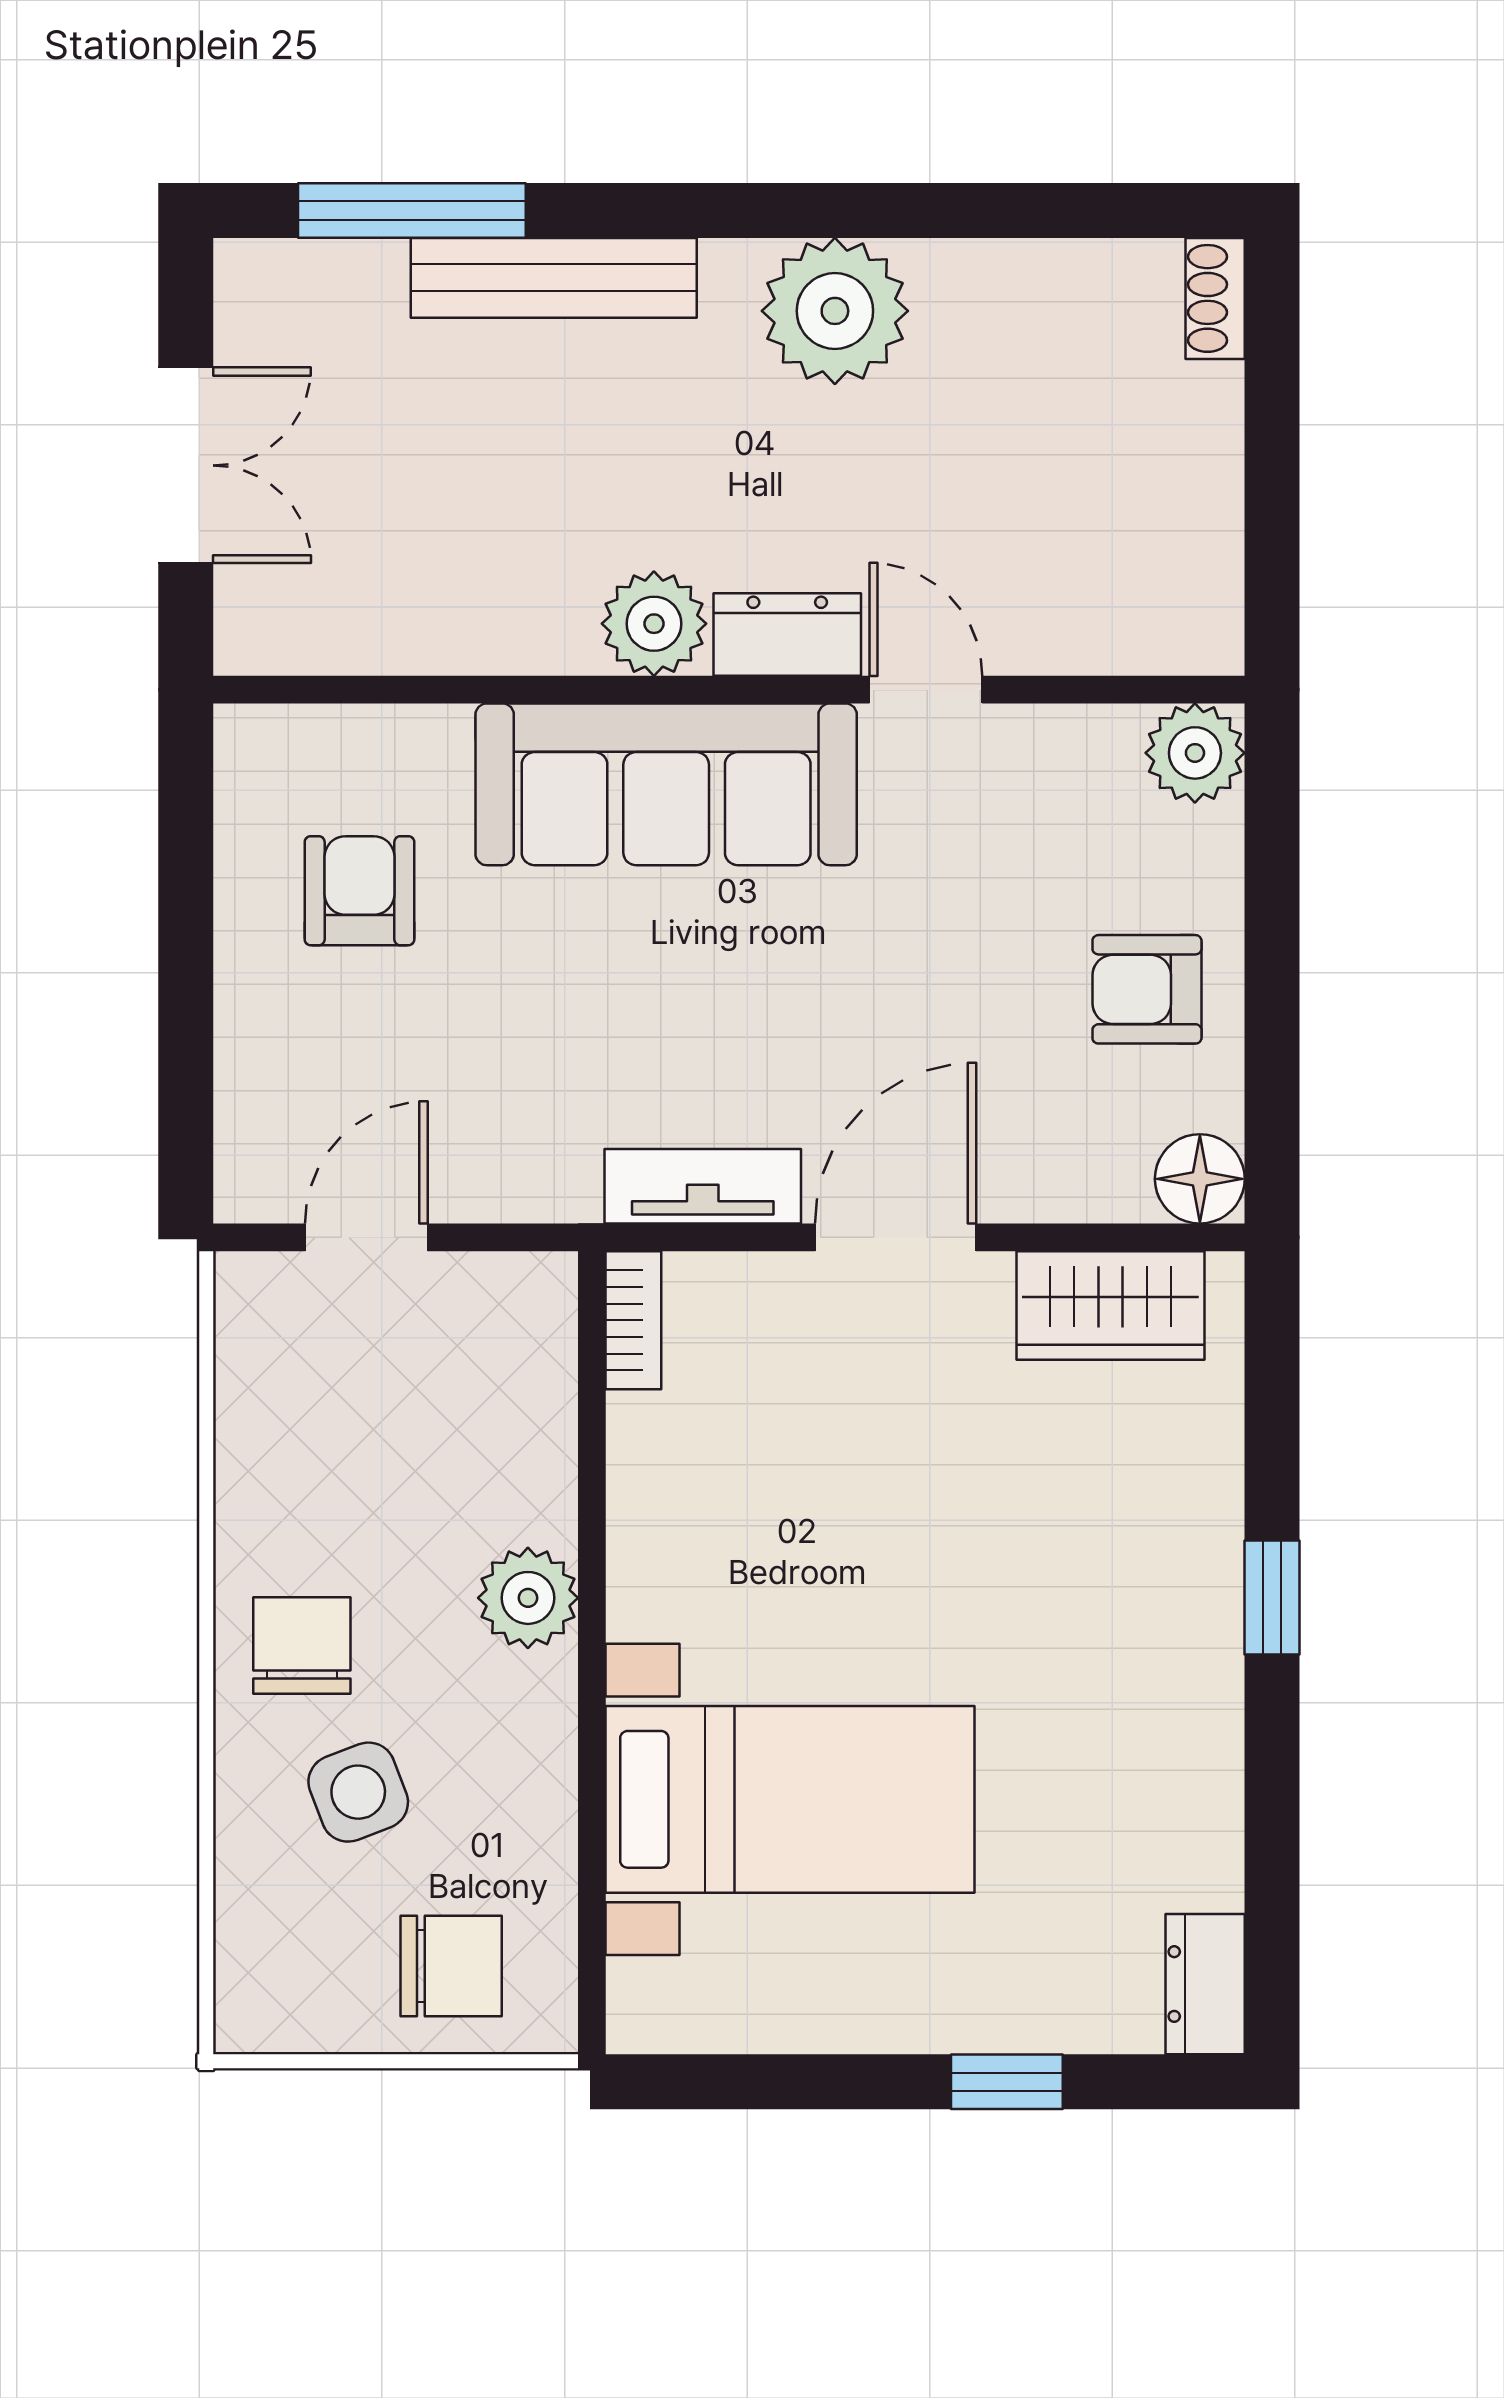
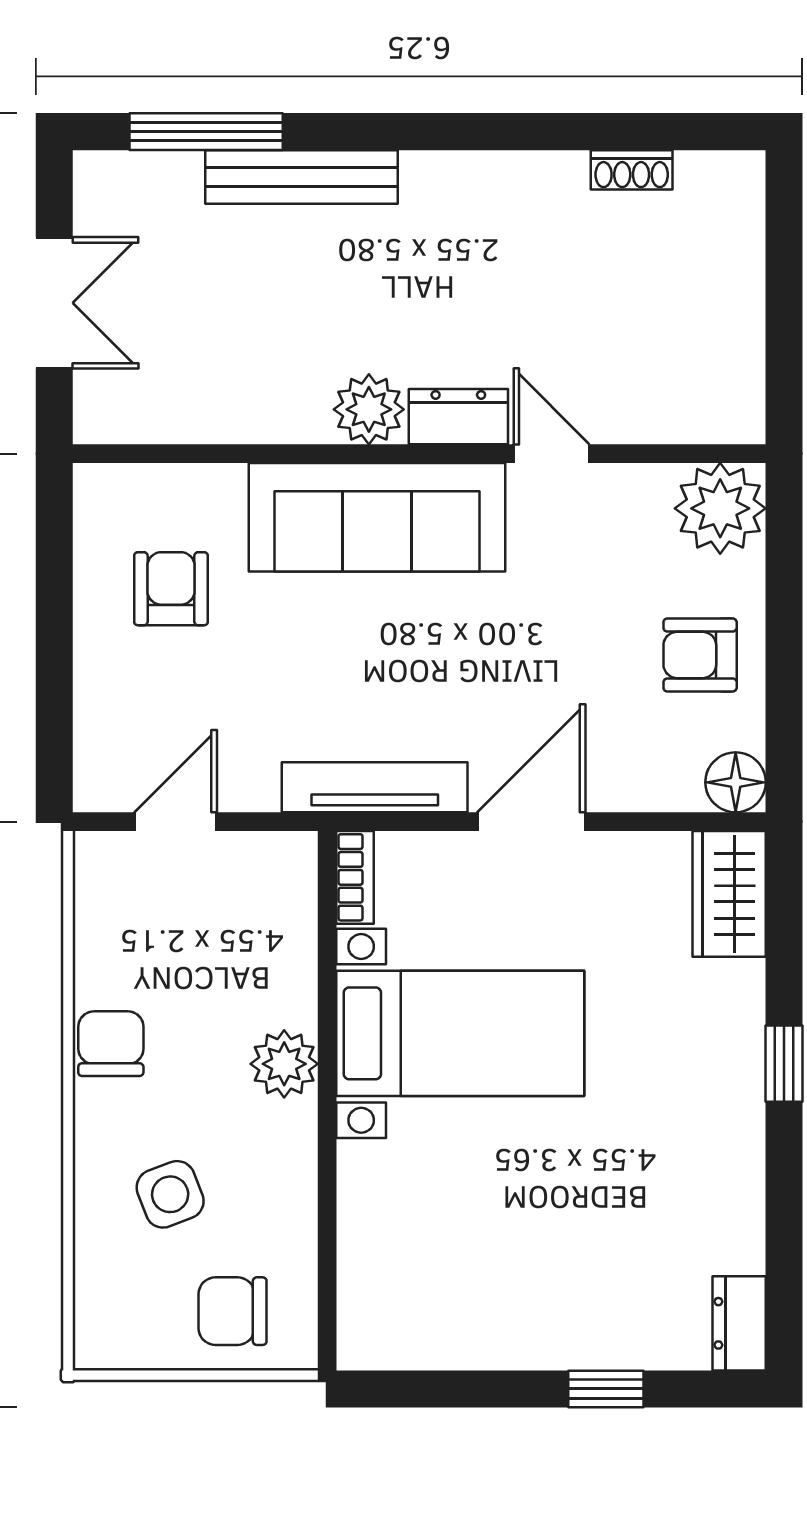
shoe rack: (1215, 298) -> (632, 170), moved, turned -90
plant: (835, 311) -> (490, 199), removed
plant: (1195, 753) -> (720, 508), width x1.36, depth x1.36
tv unit: (703, 1186) -> (375, 787), width x1.41
wardrobe: (1110, 1305) -> (729, 894), moved, turned 90
chair: (302, 1646) -> (111, 1044), moved
bed with nightstands: (790, 1799) -> (460, 1033), moved
chair: (451, 1966) -> (233, 1311), turned 180

